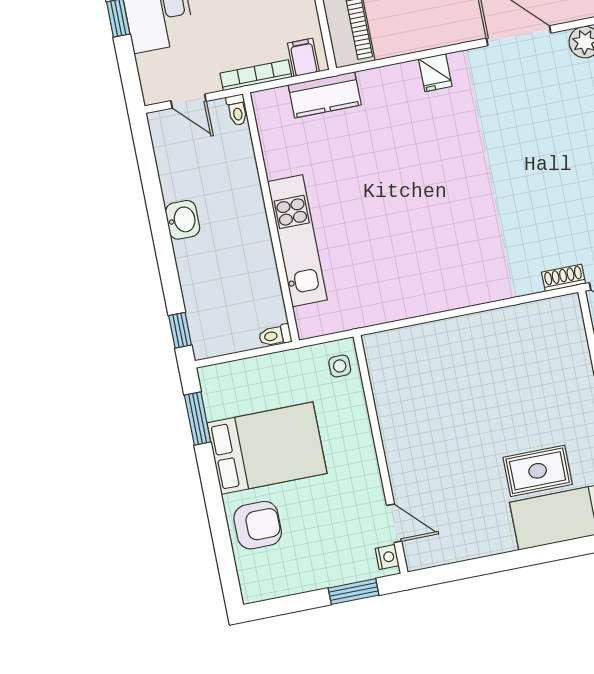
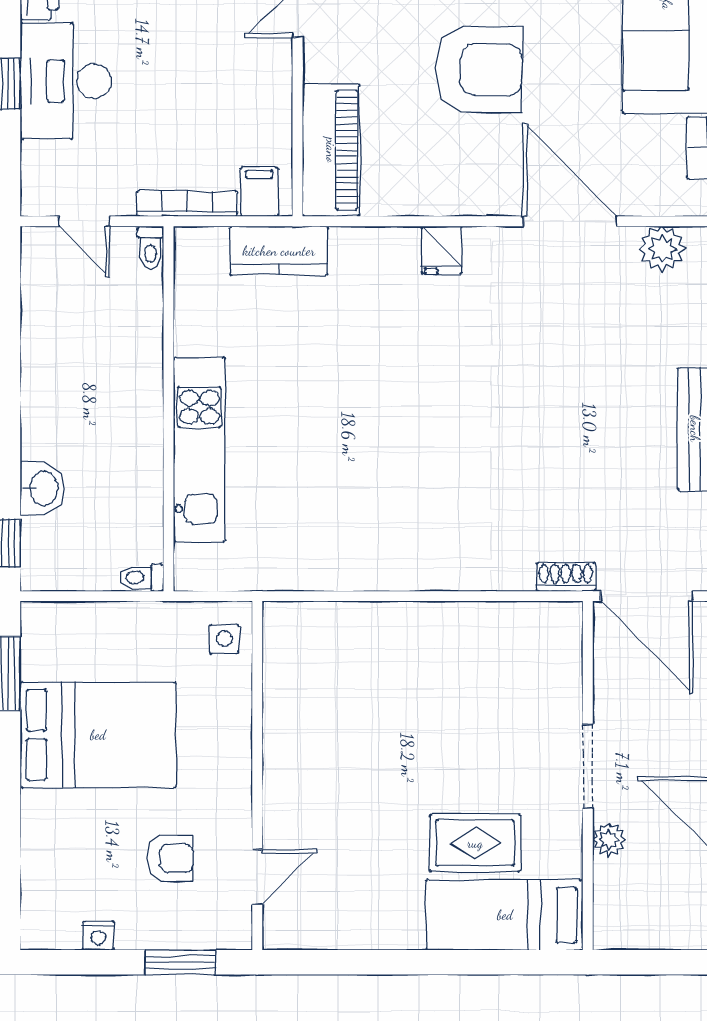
washbasin: (183, 220) -> (42, 488), moved
door: (394, 523) -> (257, 877), hinge flipped
armchair: (258, 525) -> (170, 858), moved, width x0.72, depth x0.72
nightstand: (387, 557) -> (99, 935), moved, turned 90

